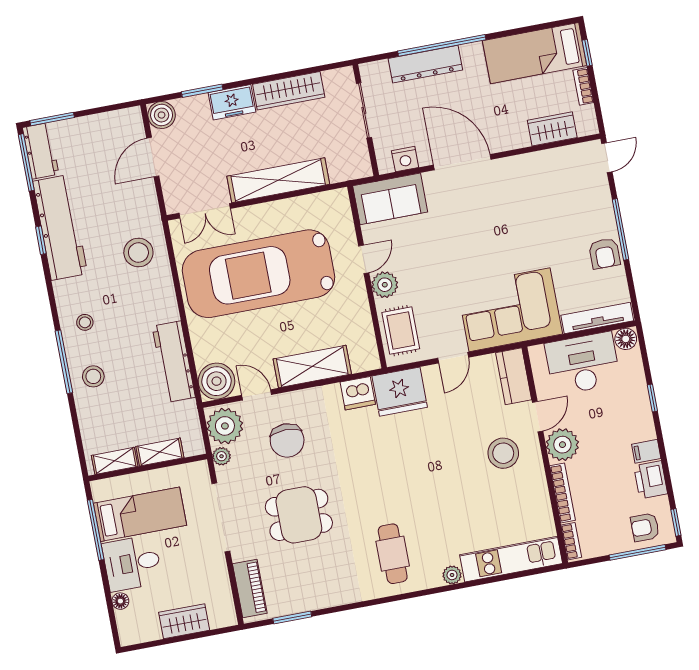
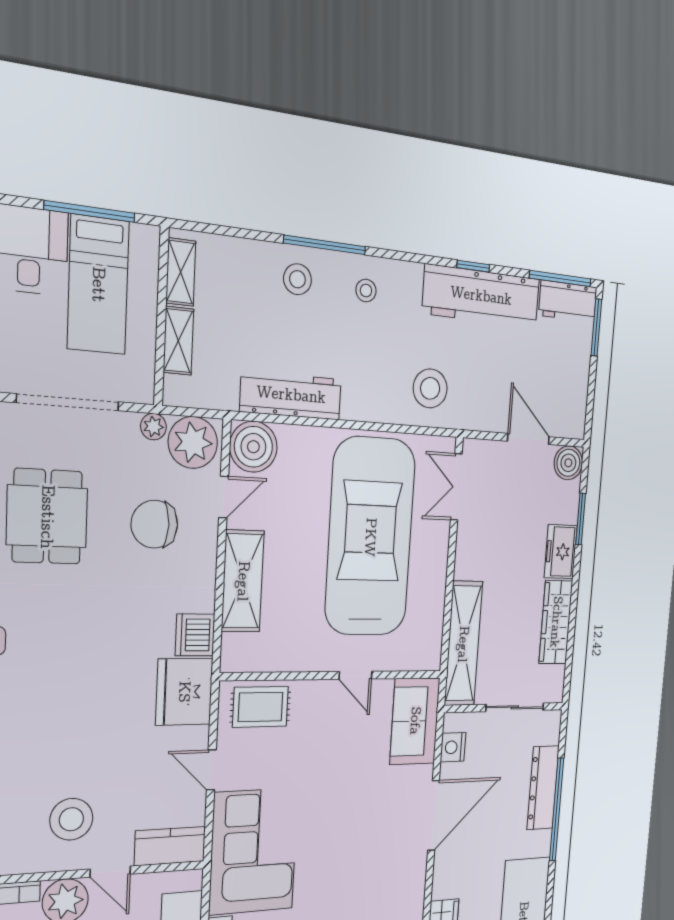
shelving: (278, 180) -> (463, 644), moved
plant: (385, 285) -> (320, 696), removed

